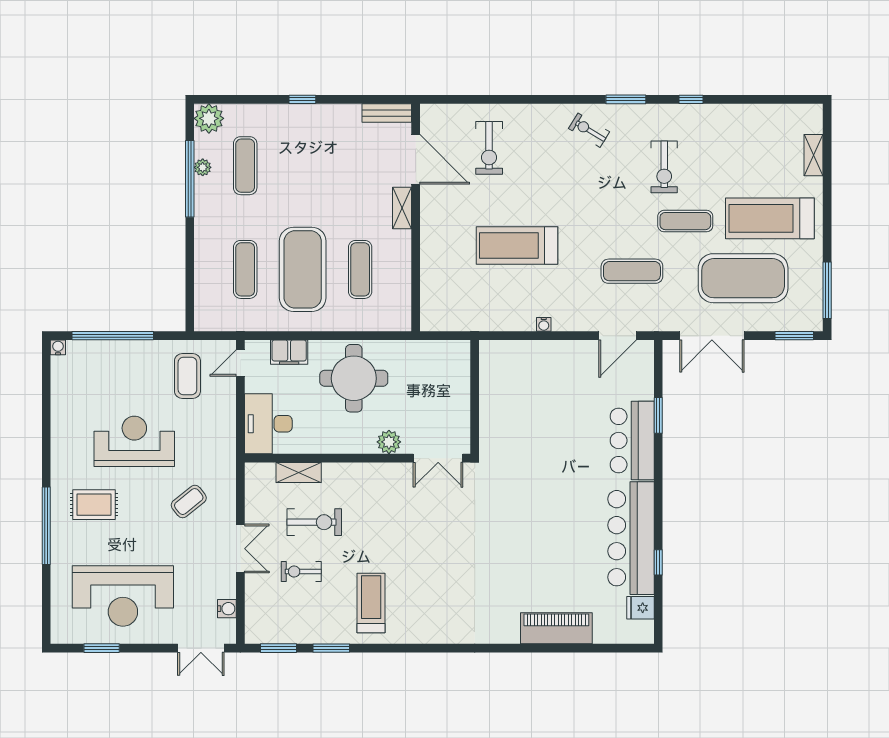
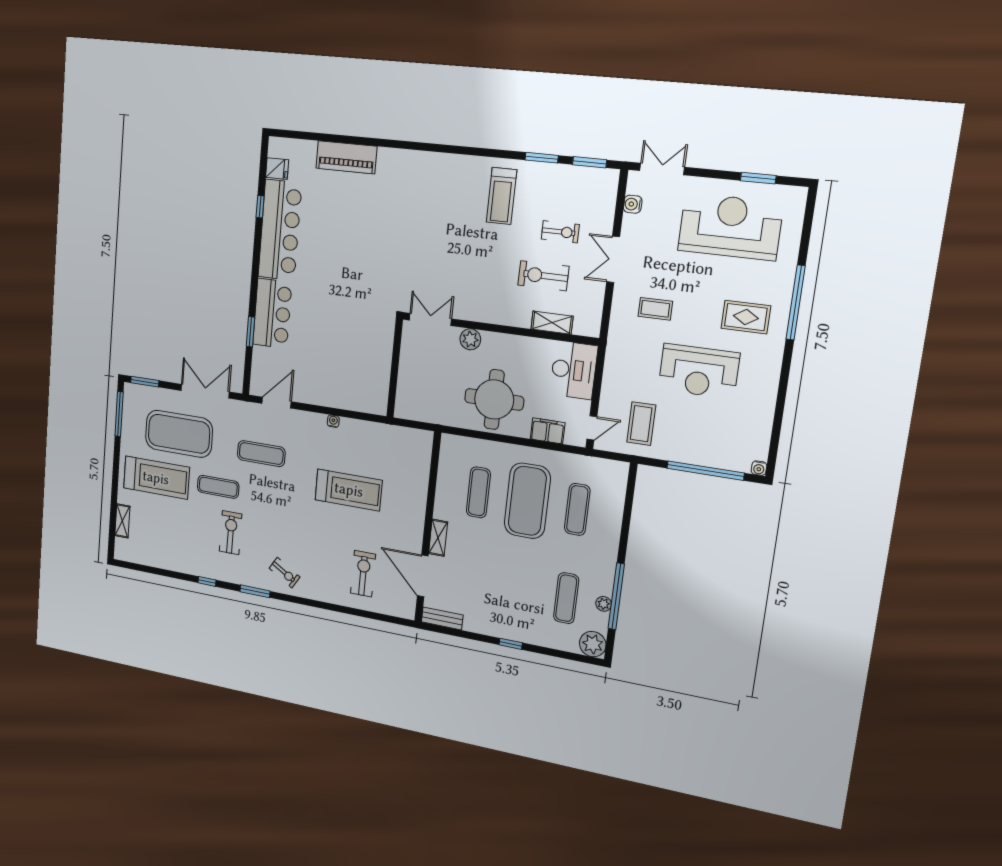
coffee table: (189, 502) -> (655, 309), turned 39

